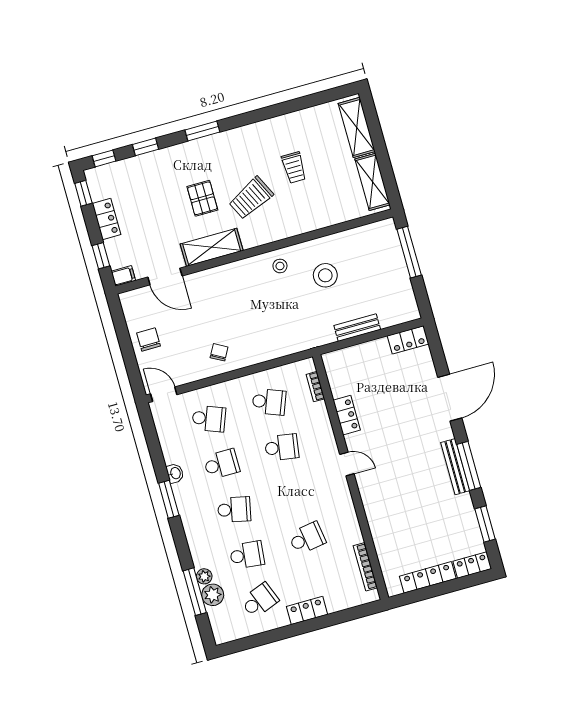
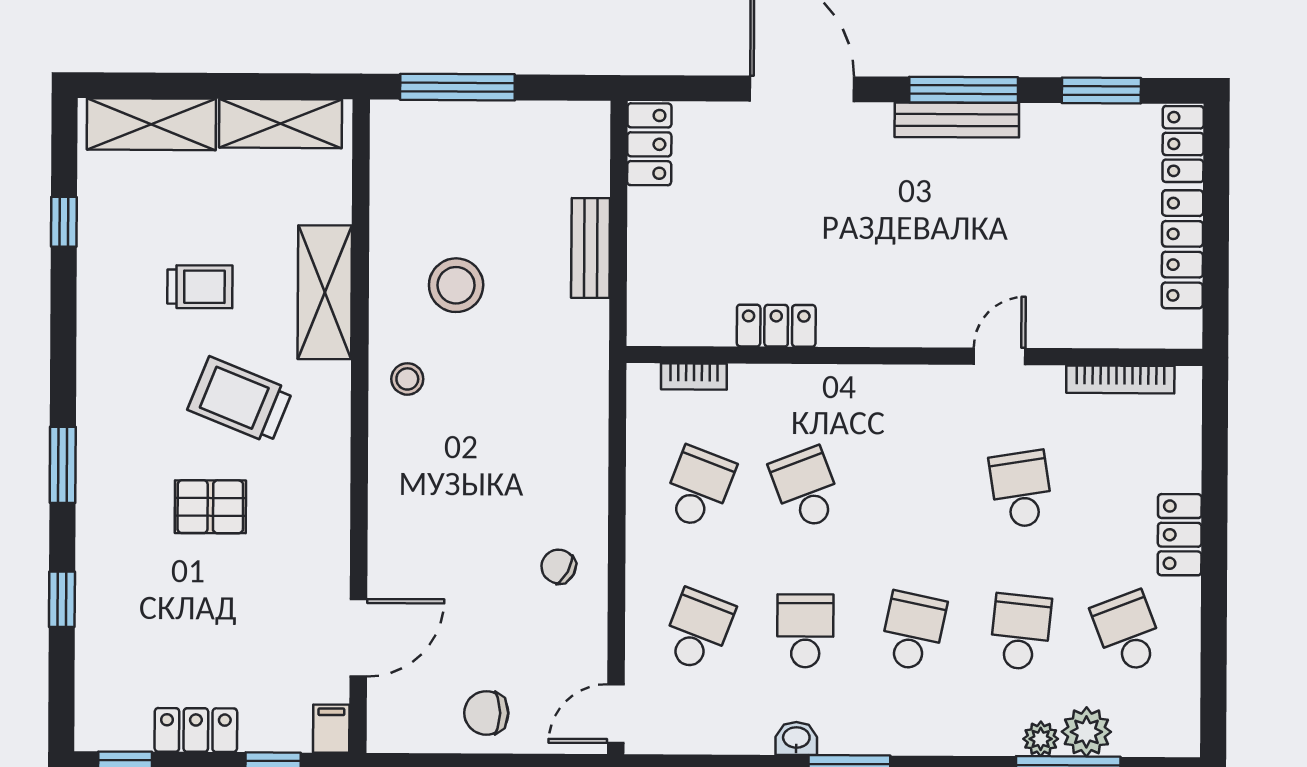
window: (104, 158) -> (64, 222), moved
trolley: (251, 198) -> (240, 400), turned 138
shelving: (212, 247) -> (325, 292), moved
school desk: (282, 447) -> (806, 488), turned -30
door: (347, 464) -> (1000, 356), moved

